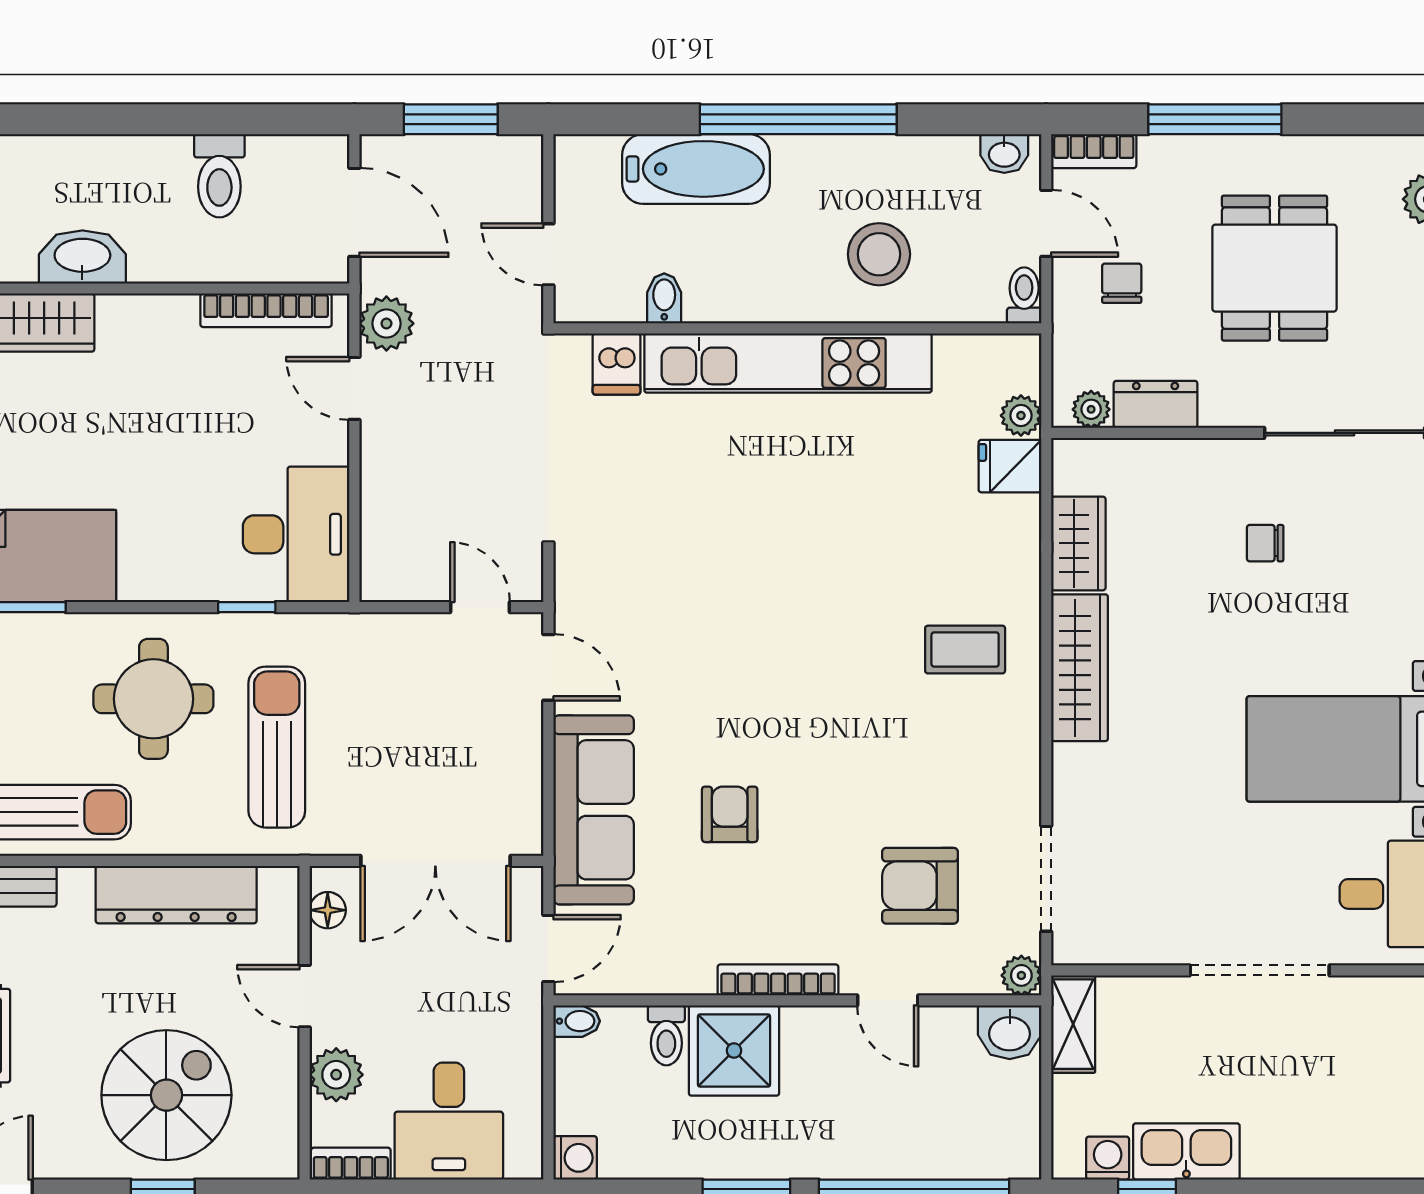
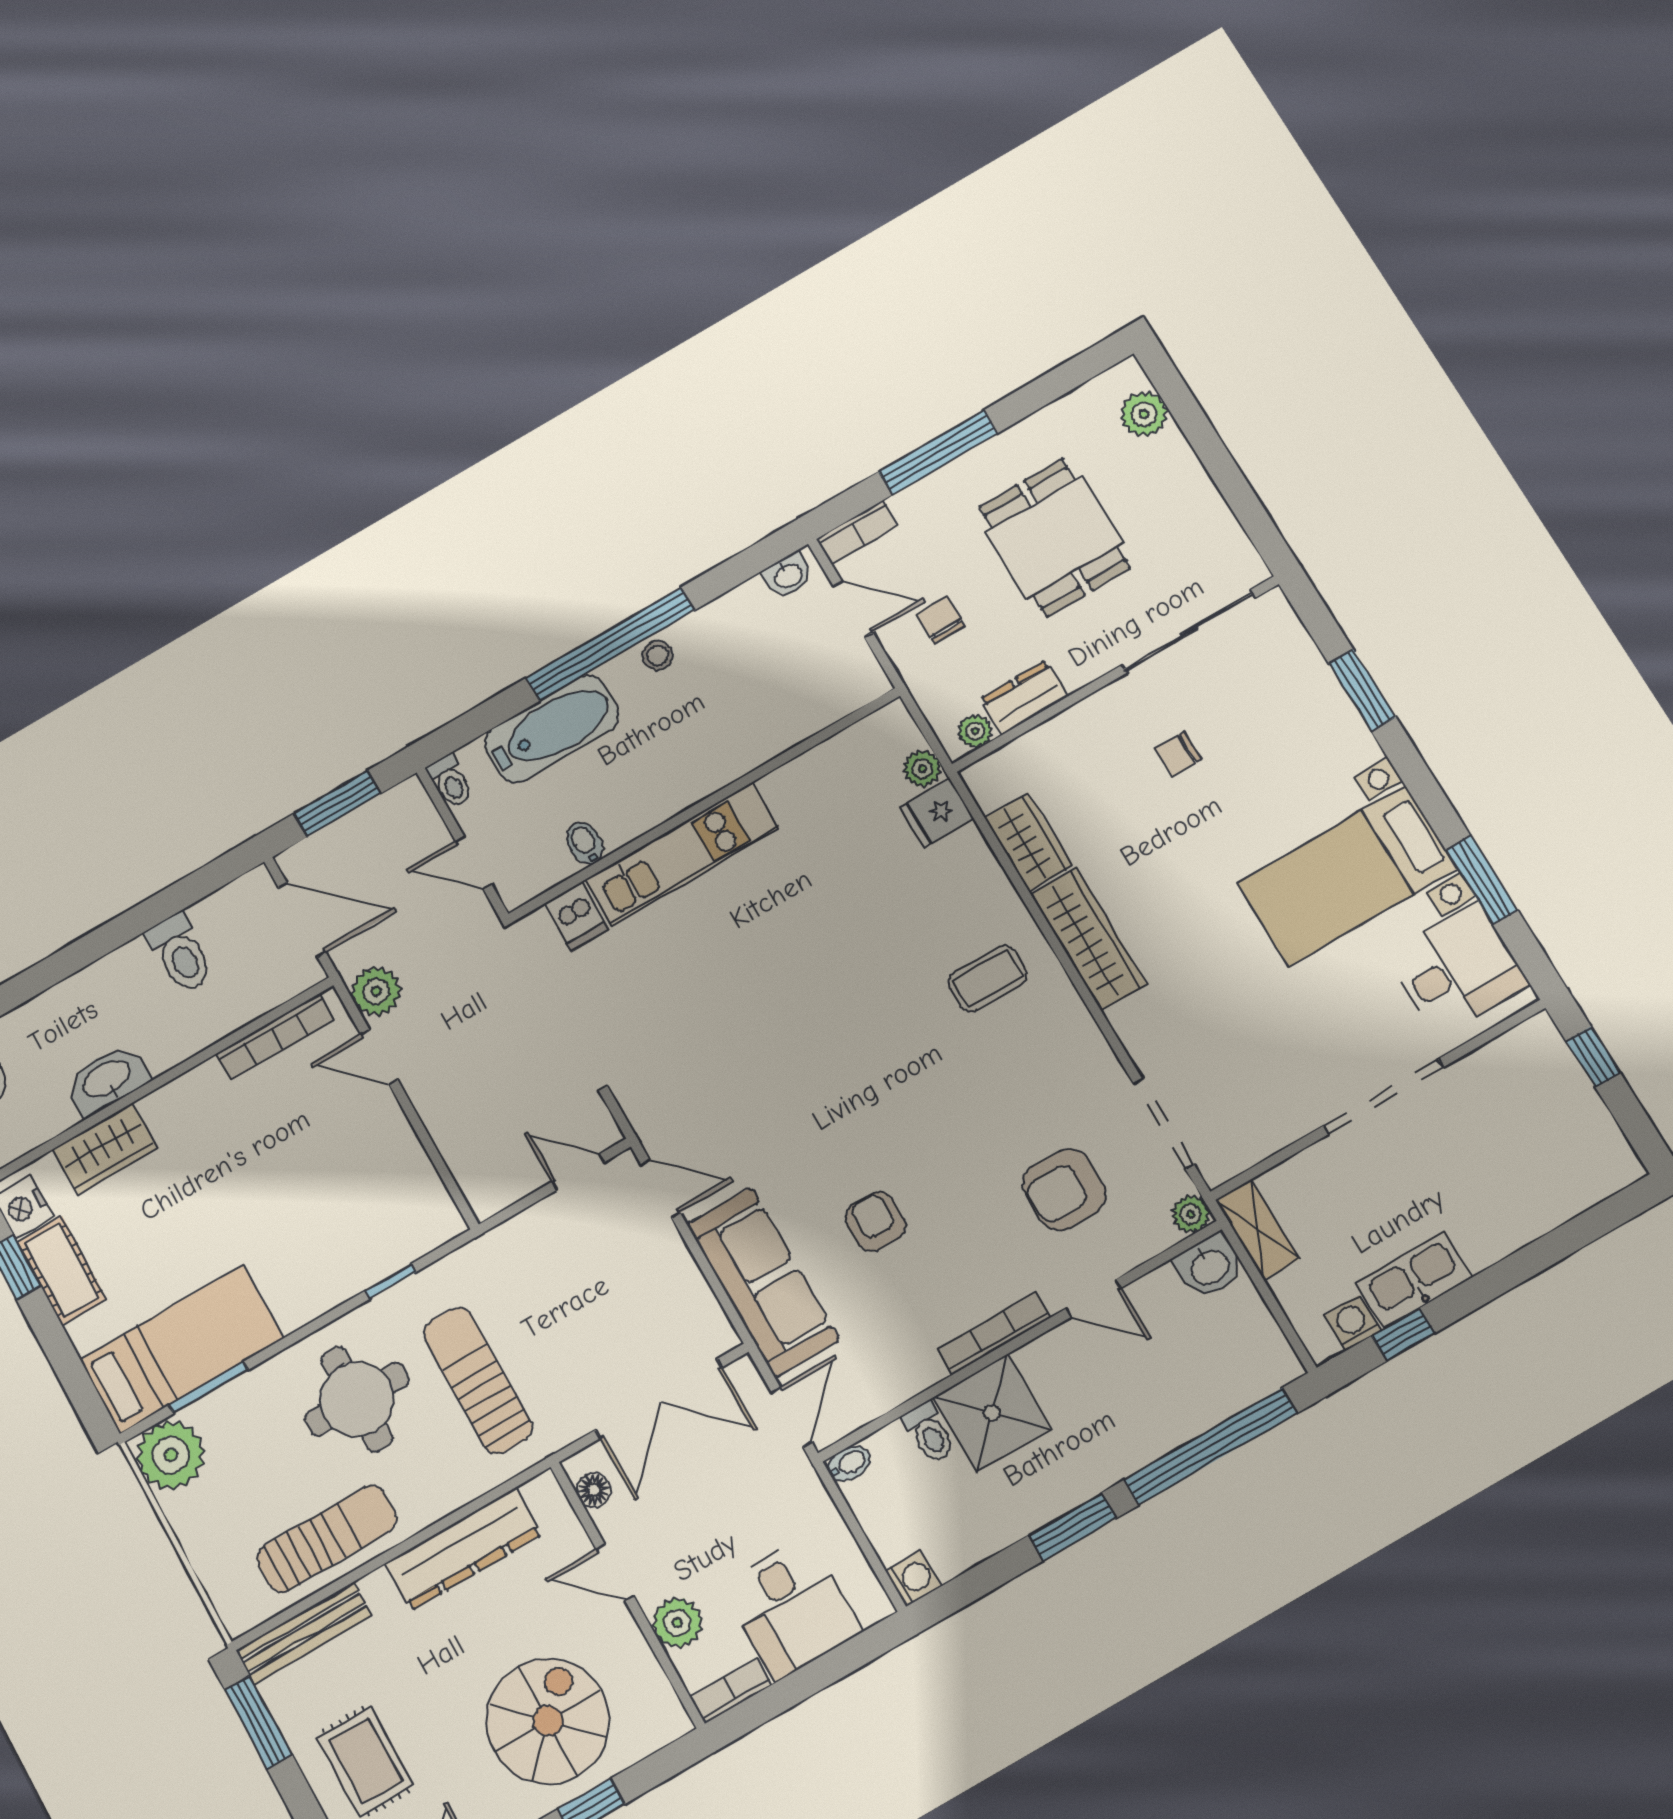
stool: (879, 254) -> (658, 655), moved, width x0.53, depth x0.53
toilet: (1024, 295) -> (450, 781), moved, turned 180
kitchen unit: (788, 363) -> (682, 854), width x0.73
desk: (296, 534) -> (398, 1200), removed

